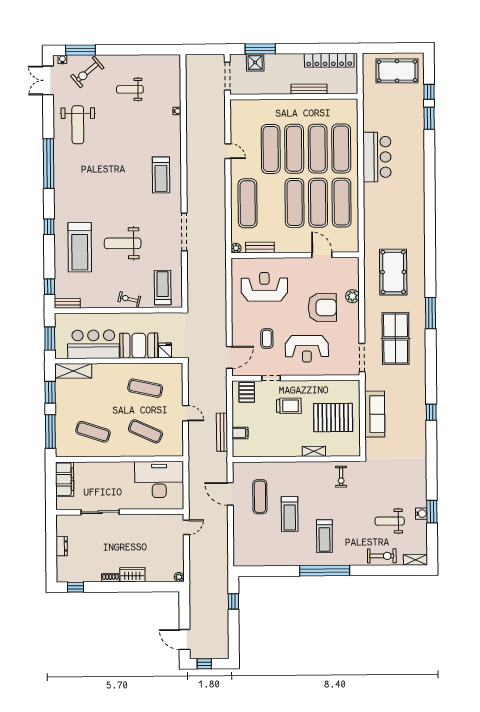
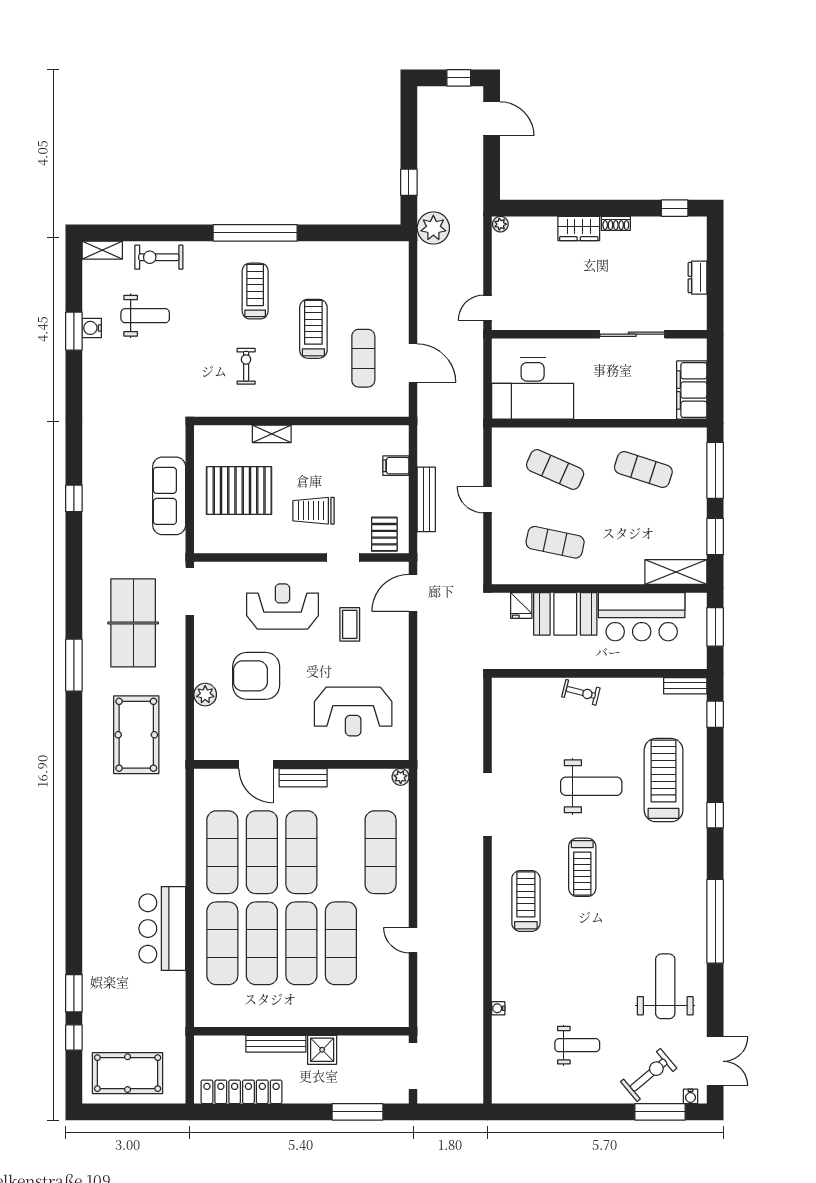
shower: (255, 62) -> (322, 1050), moved
bench: (260, 247) -> (303, 778), moved
treadmill: (163, 288) -> (582, 867), moved
bench: (222, 432) -> (426, 499), moved
exercise bike: (341, 477) -> (246, 366), moved
plant: (219, 574) -> (433, 228), added

